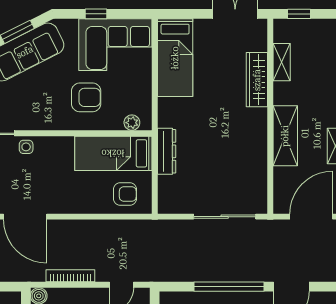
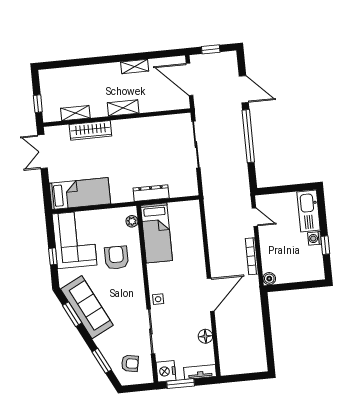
shelving: (285, 136) -> (123, 108), width x0.67, depth x0.75
armchair: (125, 194) -> (186, 221), removed

